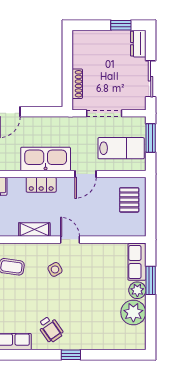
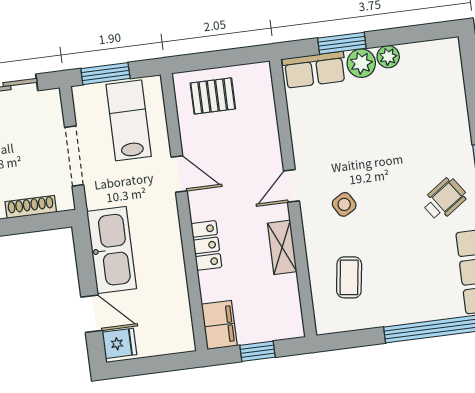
kitchen sink: (46, 159) -> (112, 250), moved, turned 180
plant: (133, 312) -> (388, 57), width x0.53, depth x0.53

